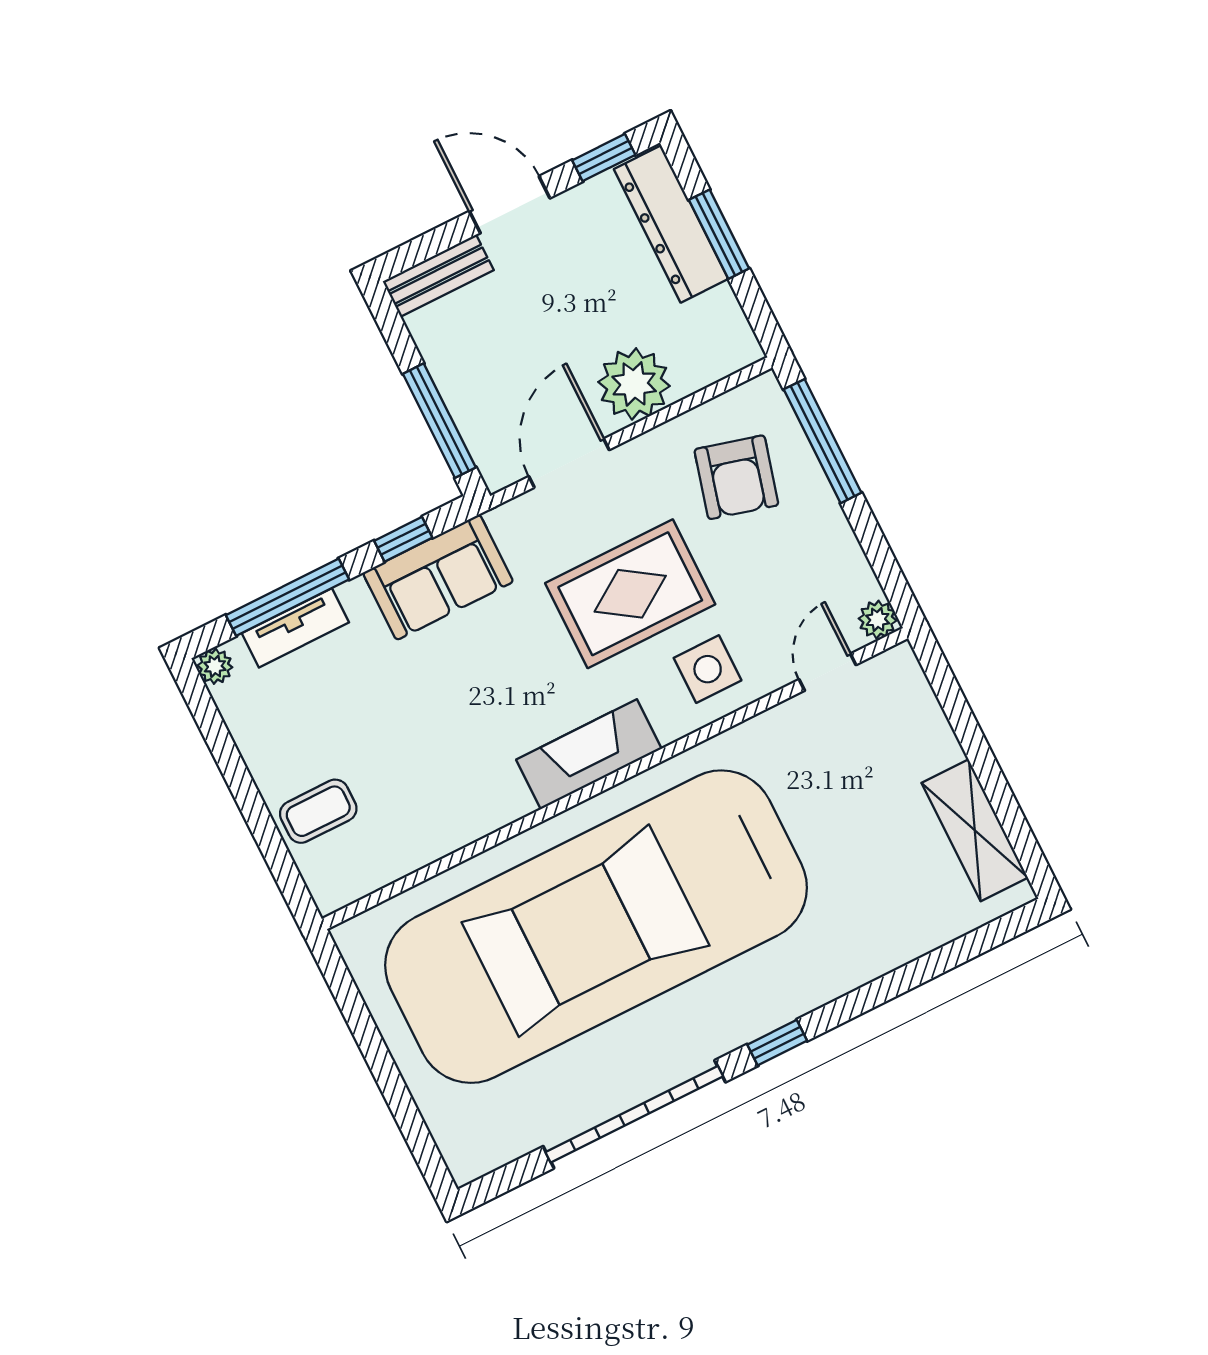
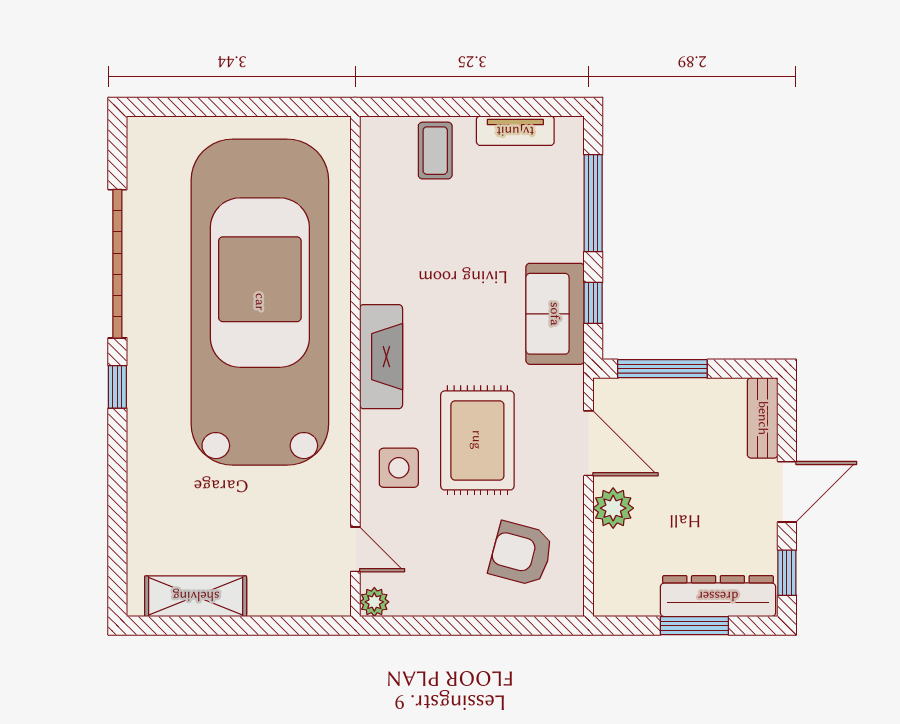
plant: (634, 384) -> (613, 508), width x0.73, depth x0.73
window: (823, 441) -> (516, 626), removed
tv unit: (295, 628) -> (515, 131), moved, turned -90
plant: (215, 666) -> (571, 129), removed

